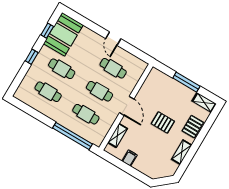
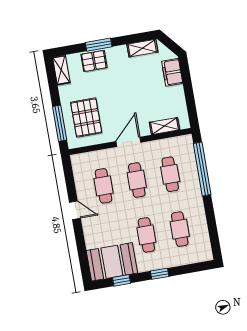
door: (113, 39) -> (75, 210), hinge flipped
window: (186, 82) -> (60, 123), moved
pallet: (163, 122) -> (86, 118), moved, width x1.50, depth x1.42
window: (200, 138) -> (99, 45), added
shelving: (182, 152) -> (142, 48), moved
filing cabinet: (130, 158) -> (172, 72), moved, width x2.00

